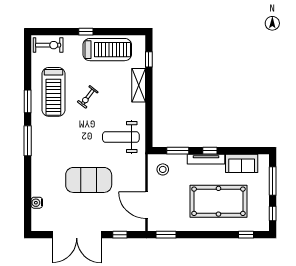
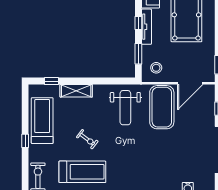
exercise mat: (89, 180) -> (162, 107), moved

